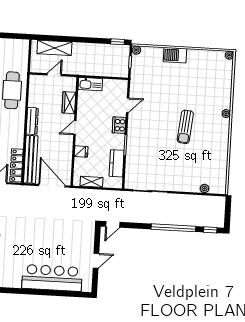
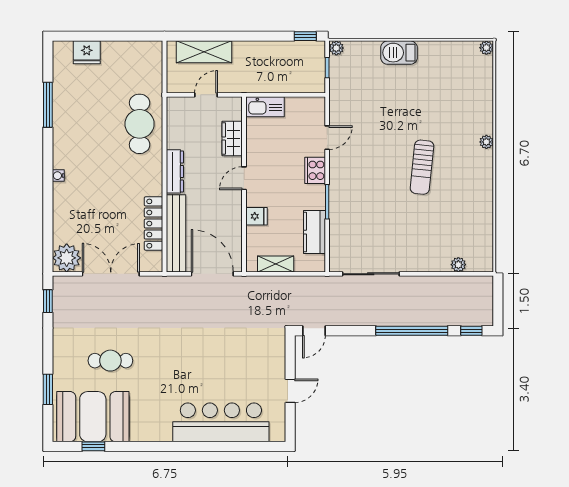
locker: (17, 165) -> (154, 224), moved

